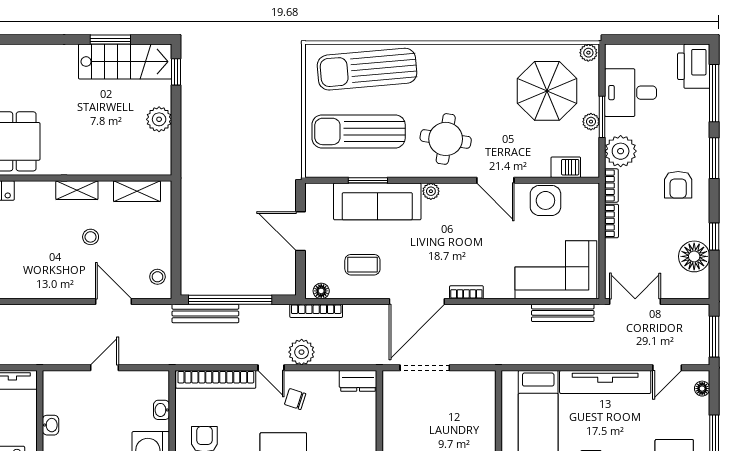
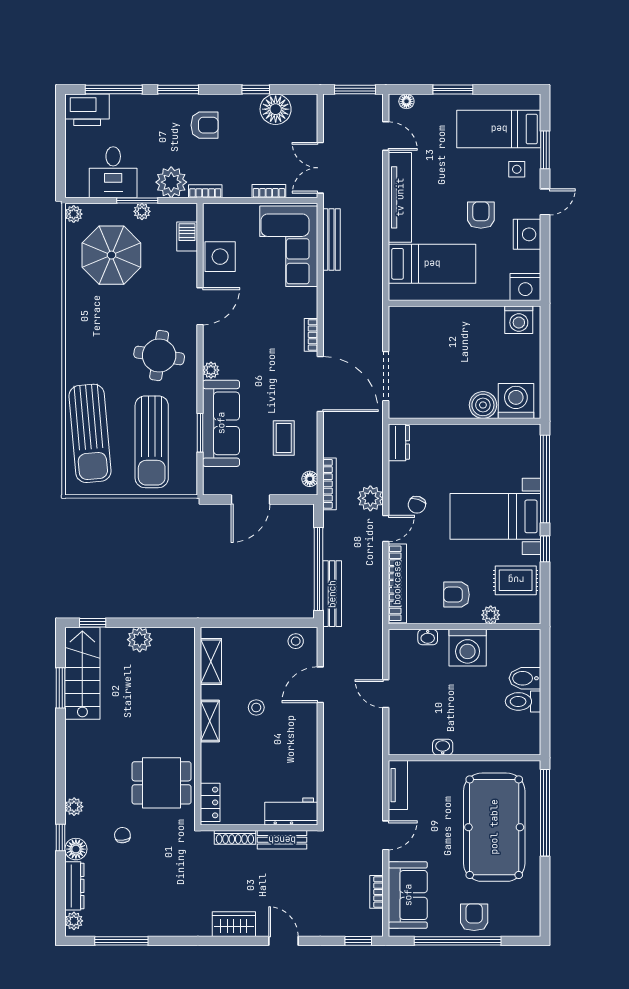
bookcase: (612, 221) -> (269, 191), moved

